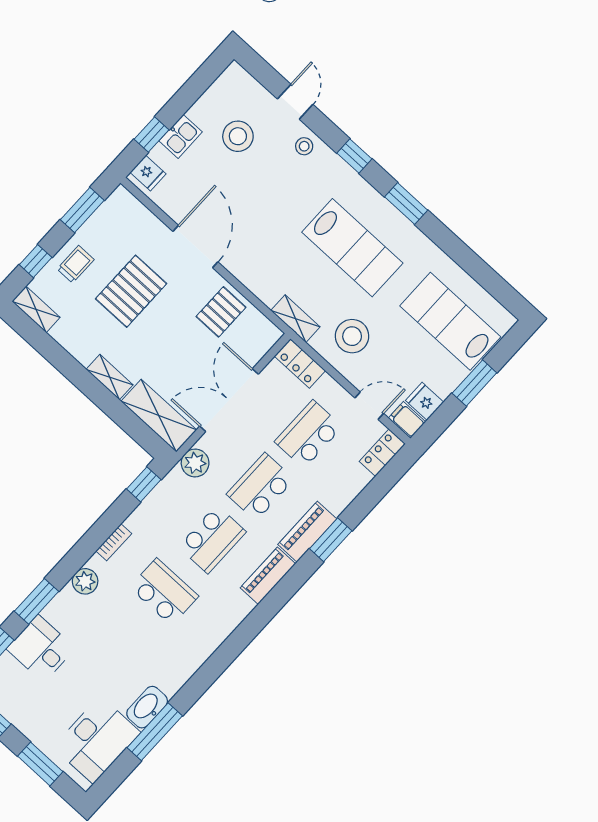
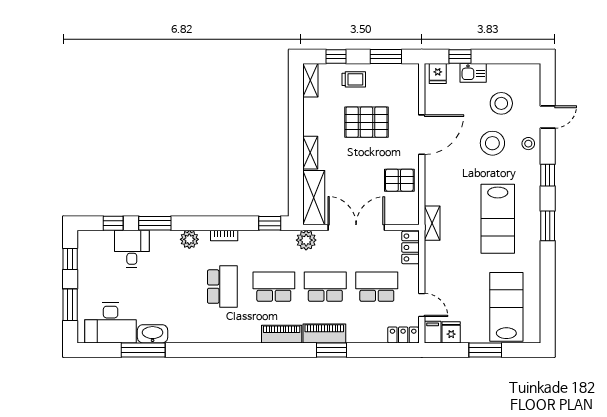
stool: (352, 336) -> (492, 143), moved
school desk: (212, 539) -> (274, 287), turned 180

